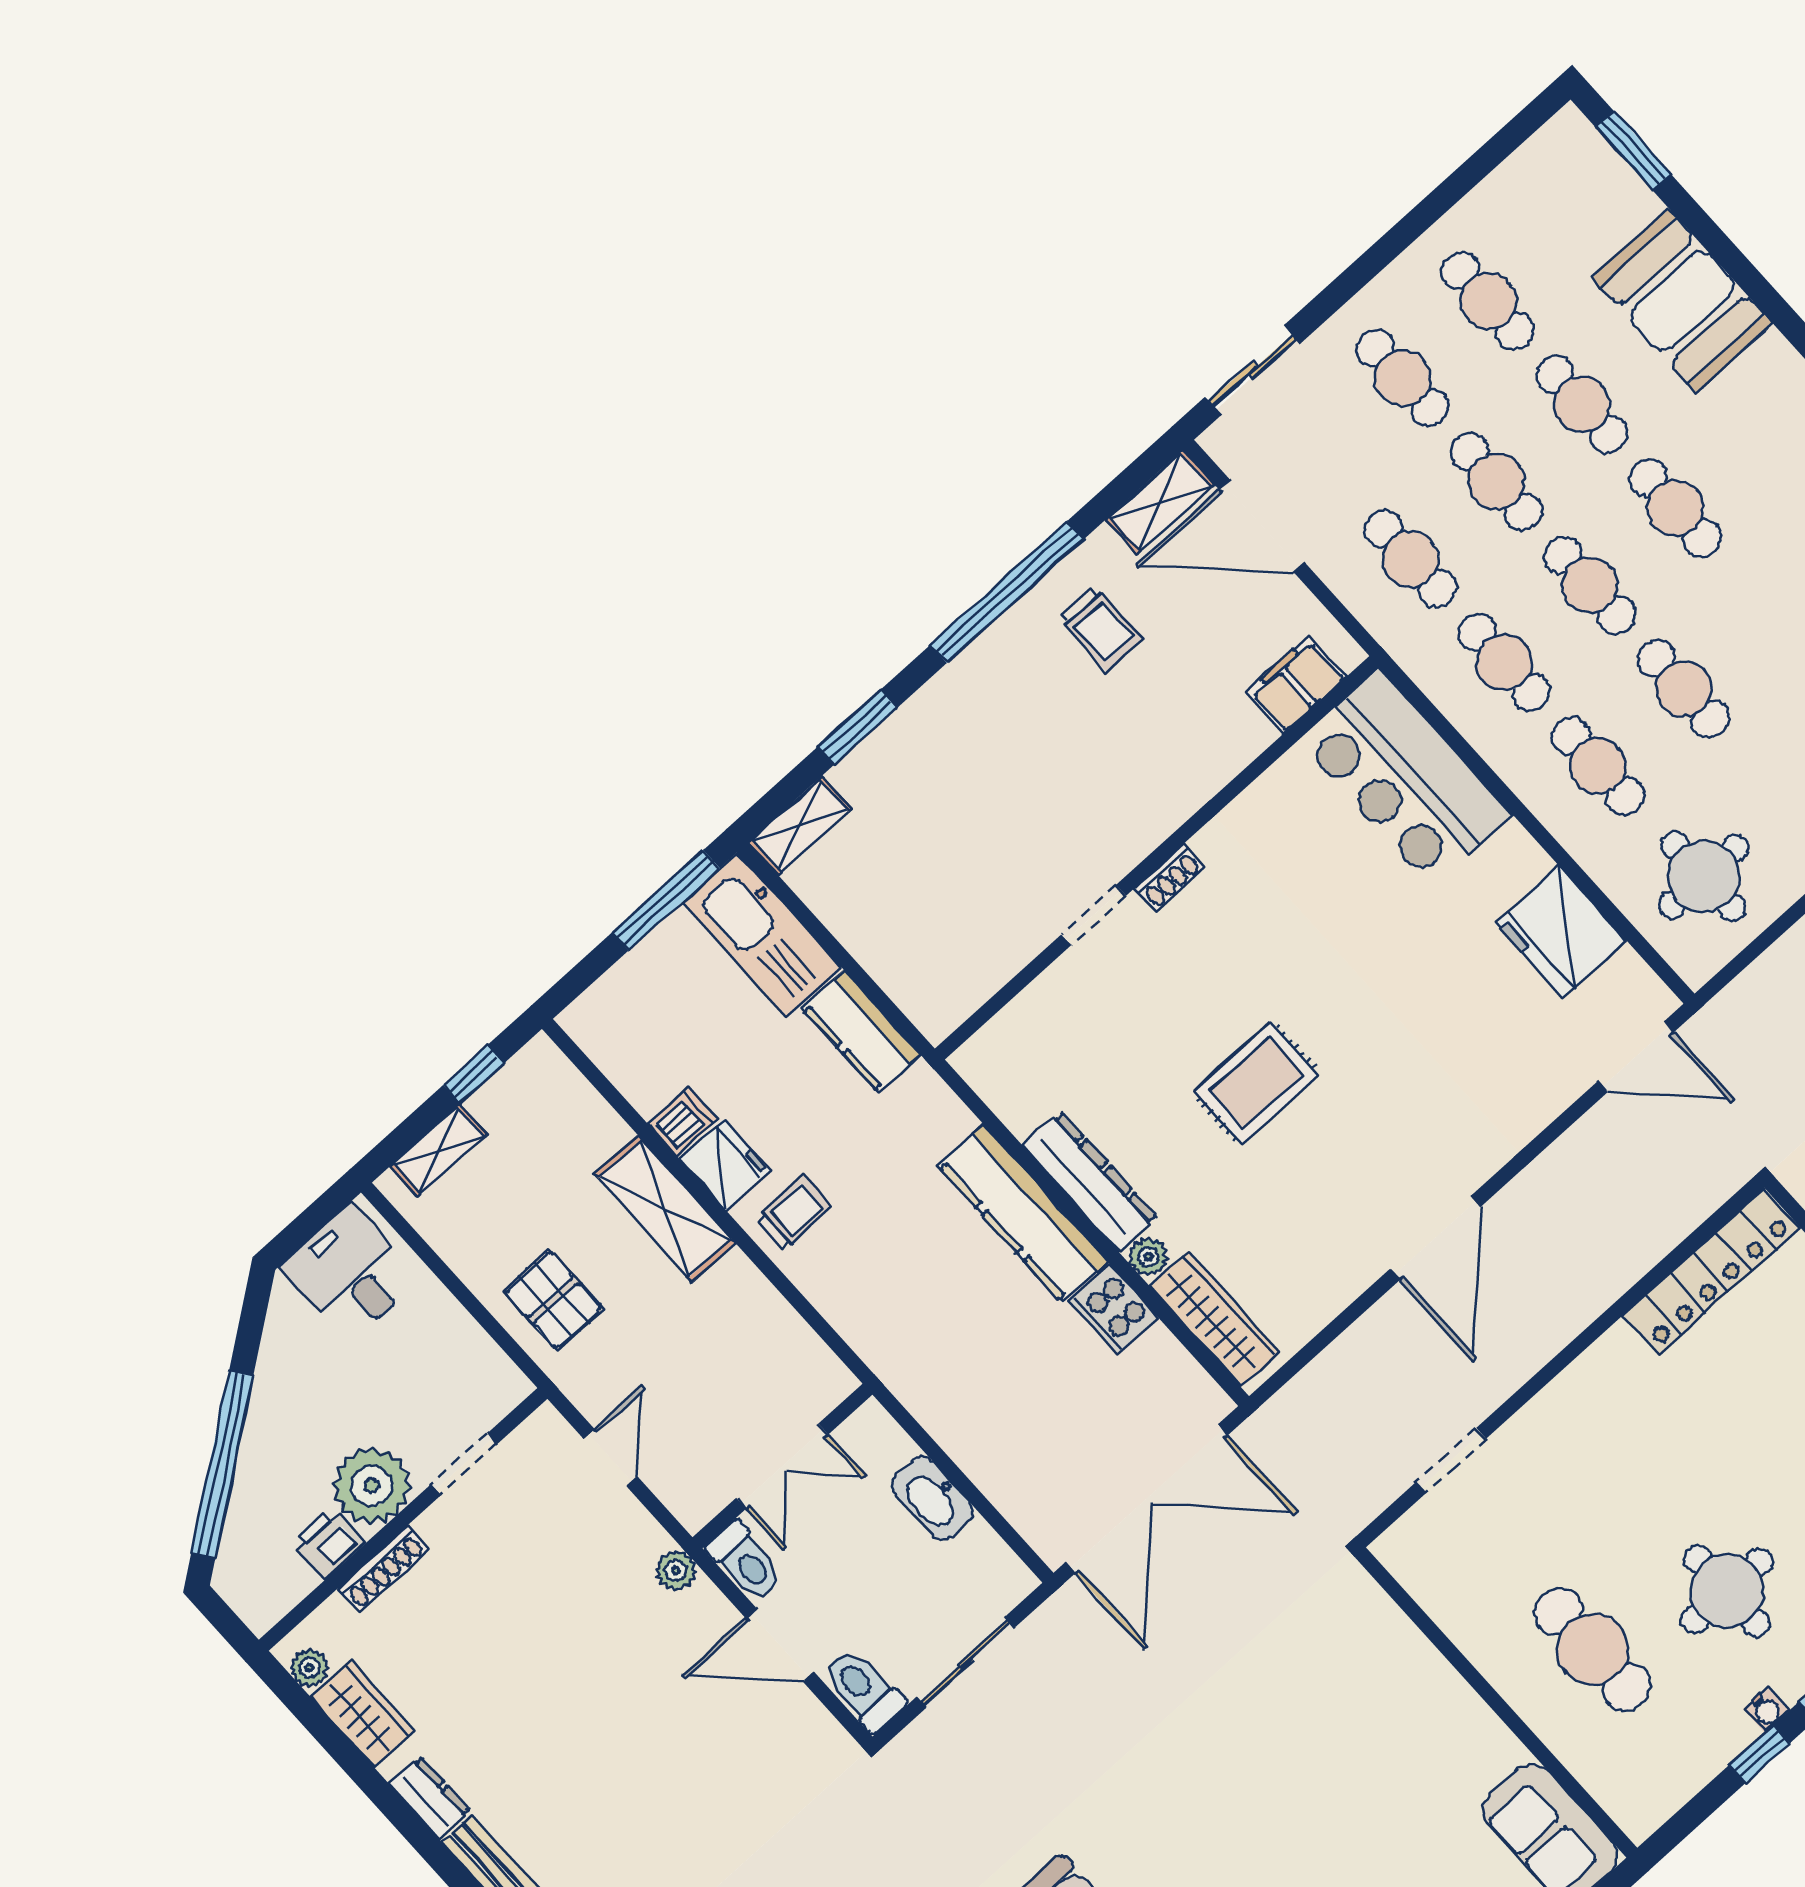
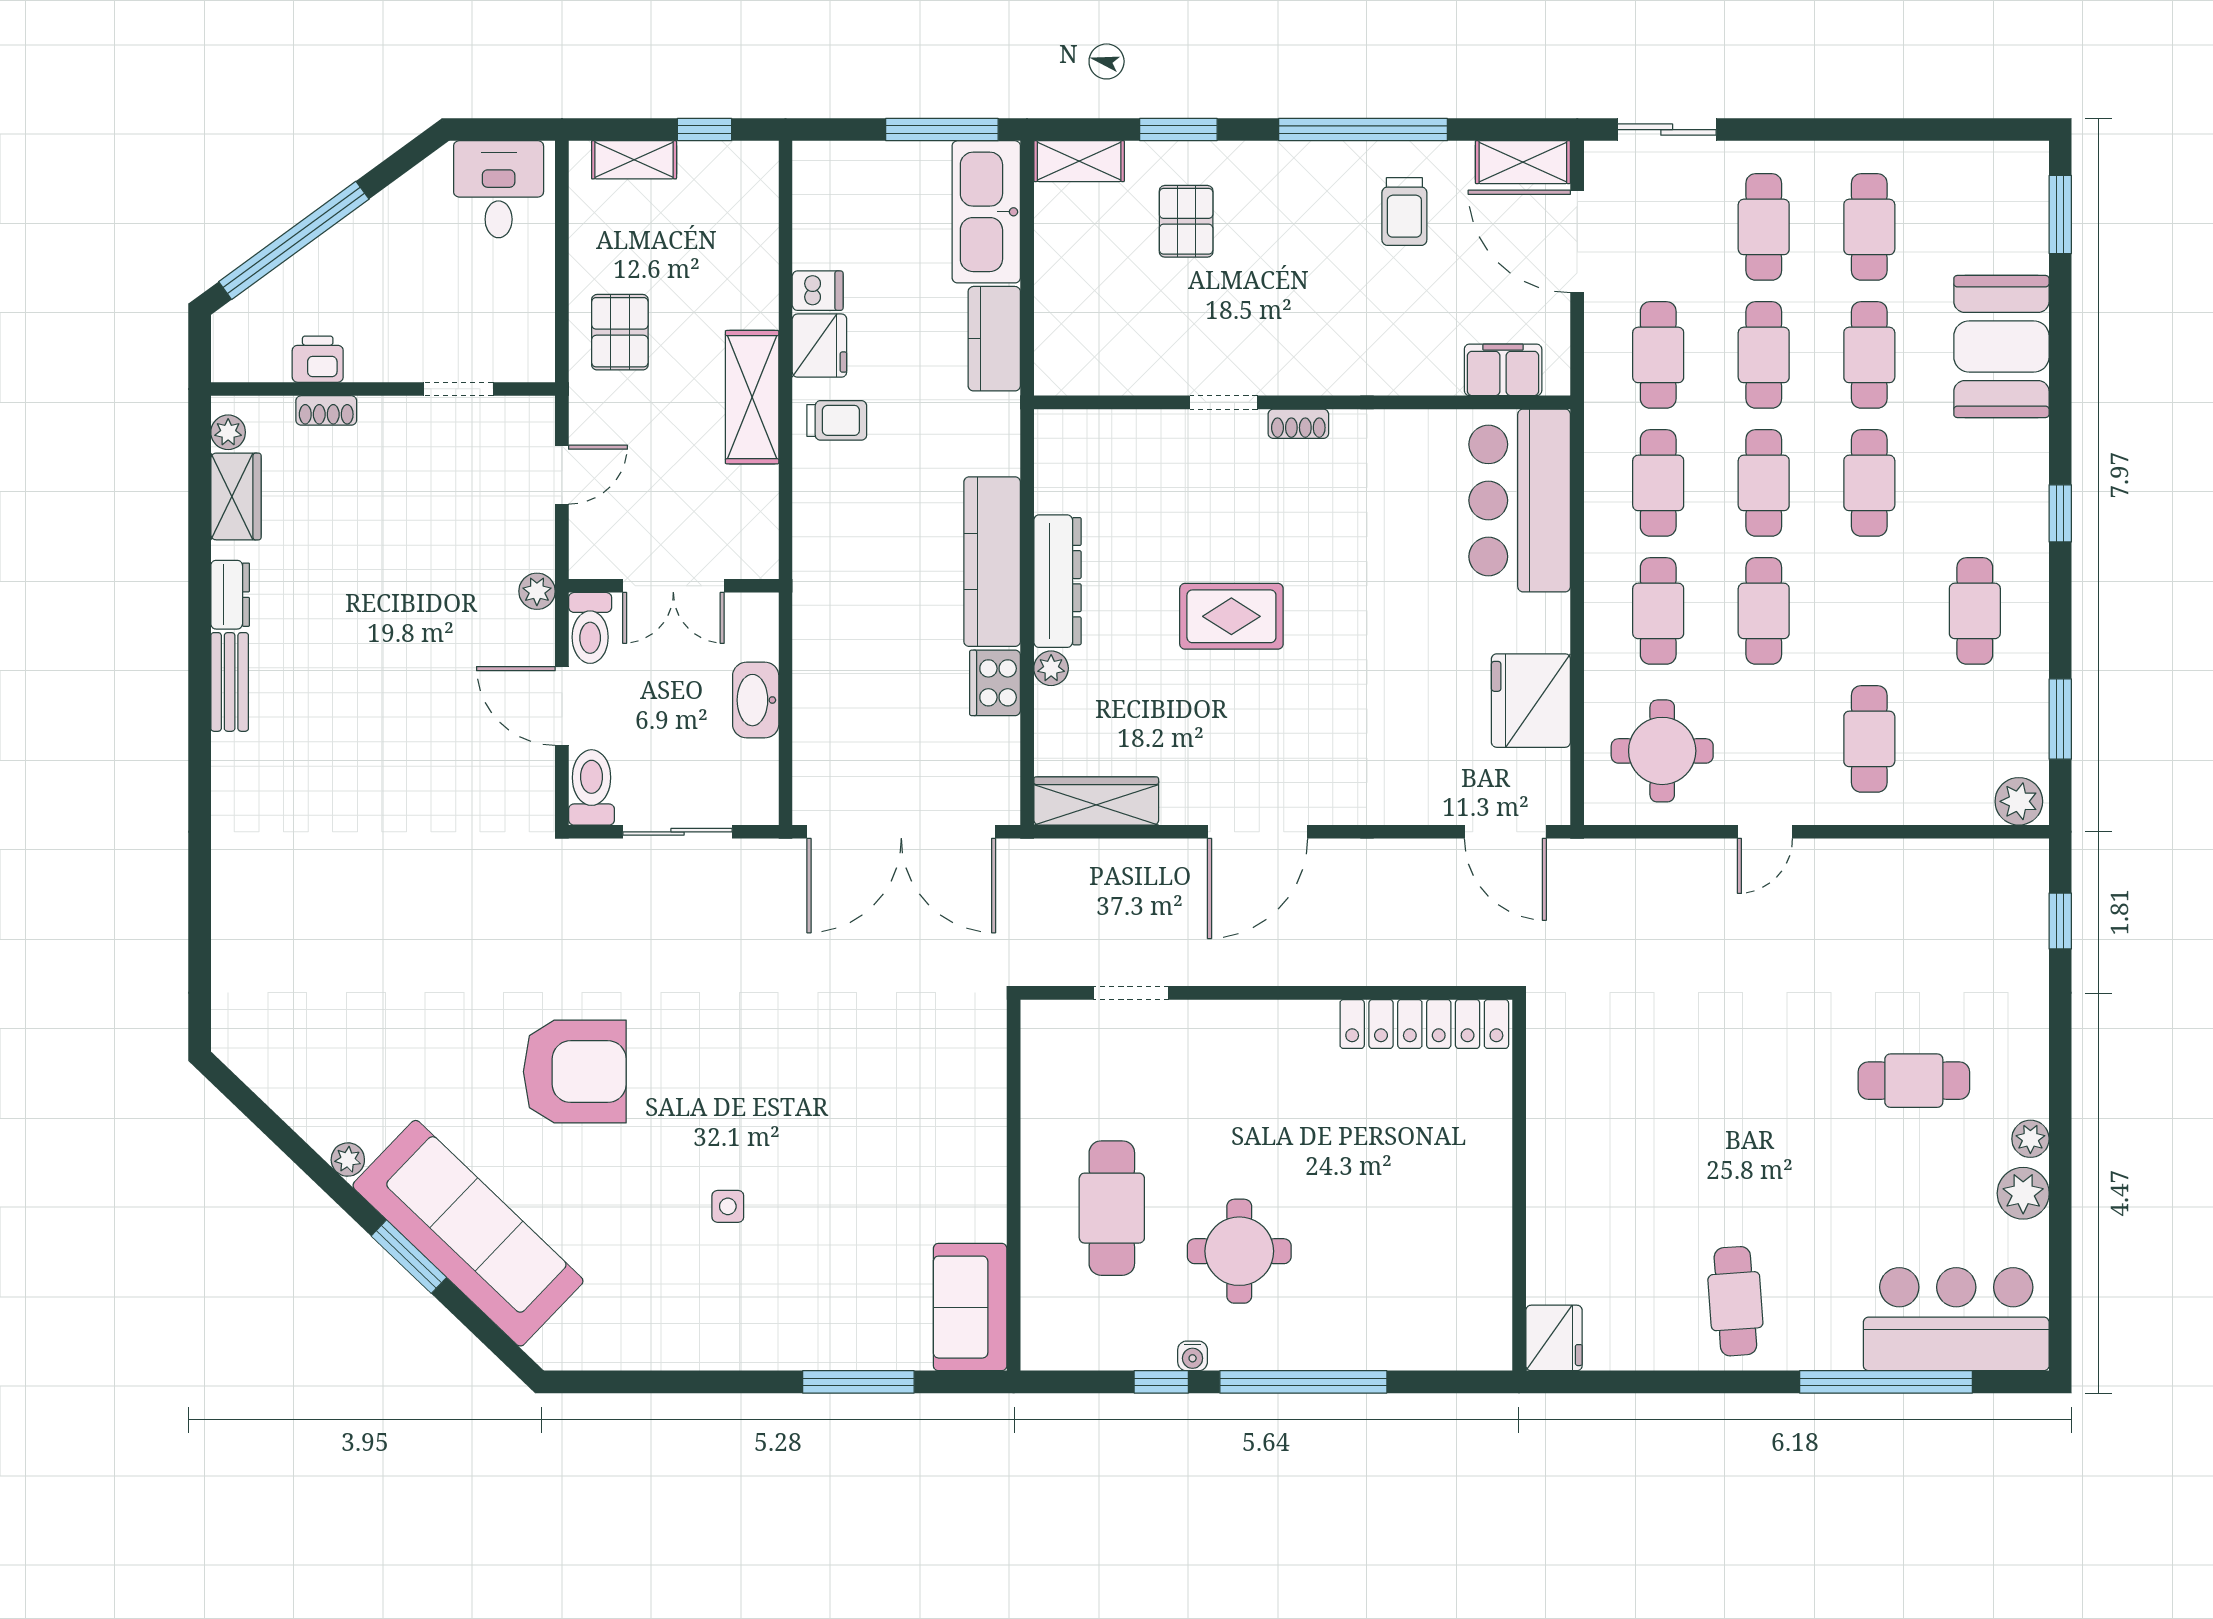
pallet: (931, 796) -> (1186, 221), added
shelving: (665, 1208) -> (752, 397), moved
wardrobe: (1215, 1319) -> (1096, 801), moved, turned -90
plant: (372, 1486) -> (382, 347), removed
shoe rack: (383, 1569) -> (326, 410), width x0.70

